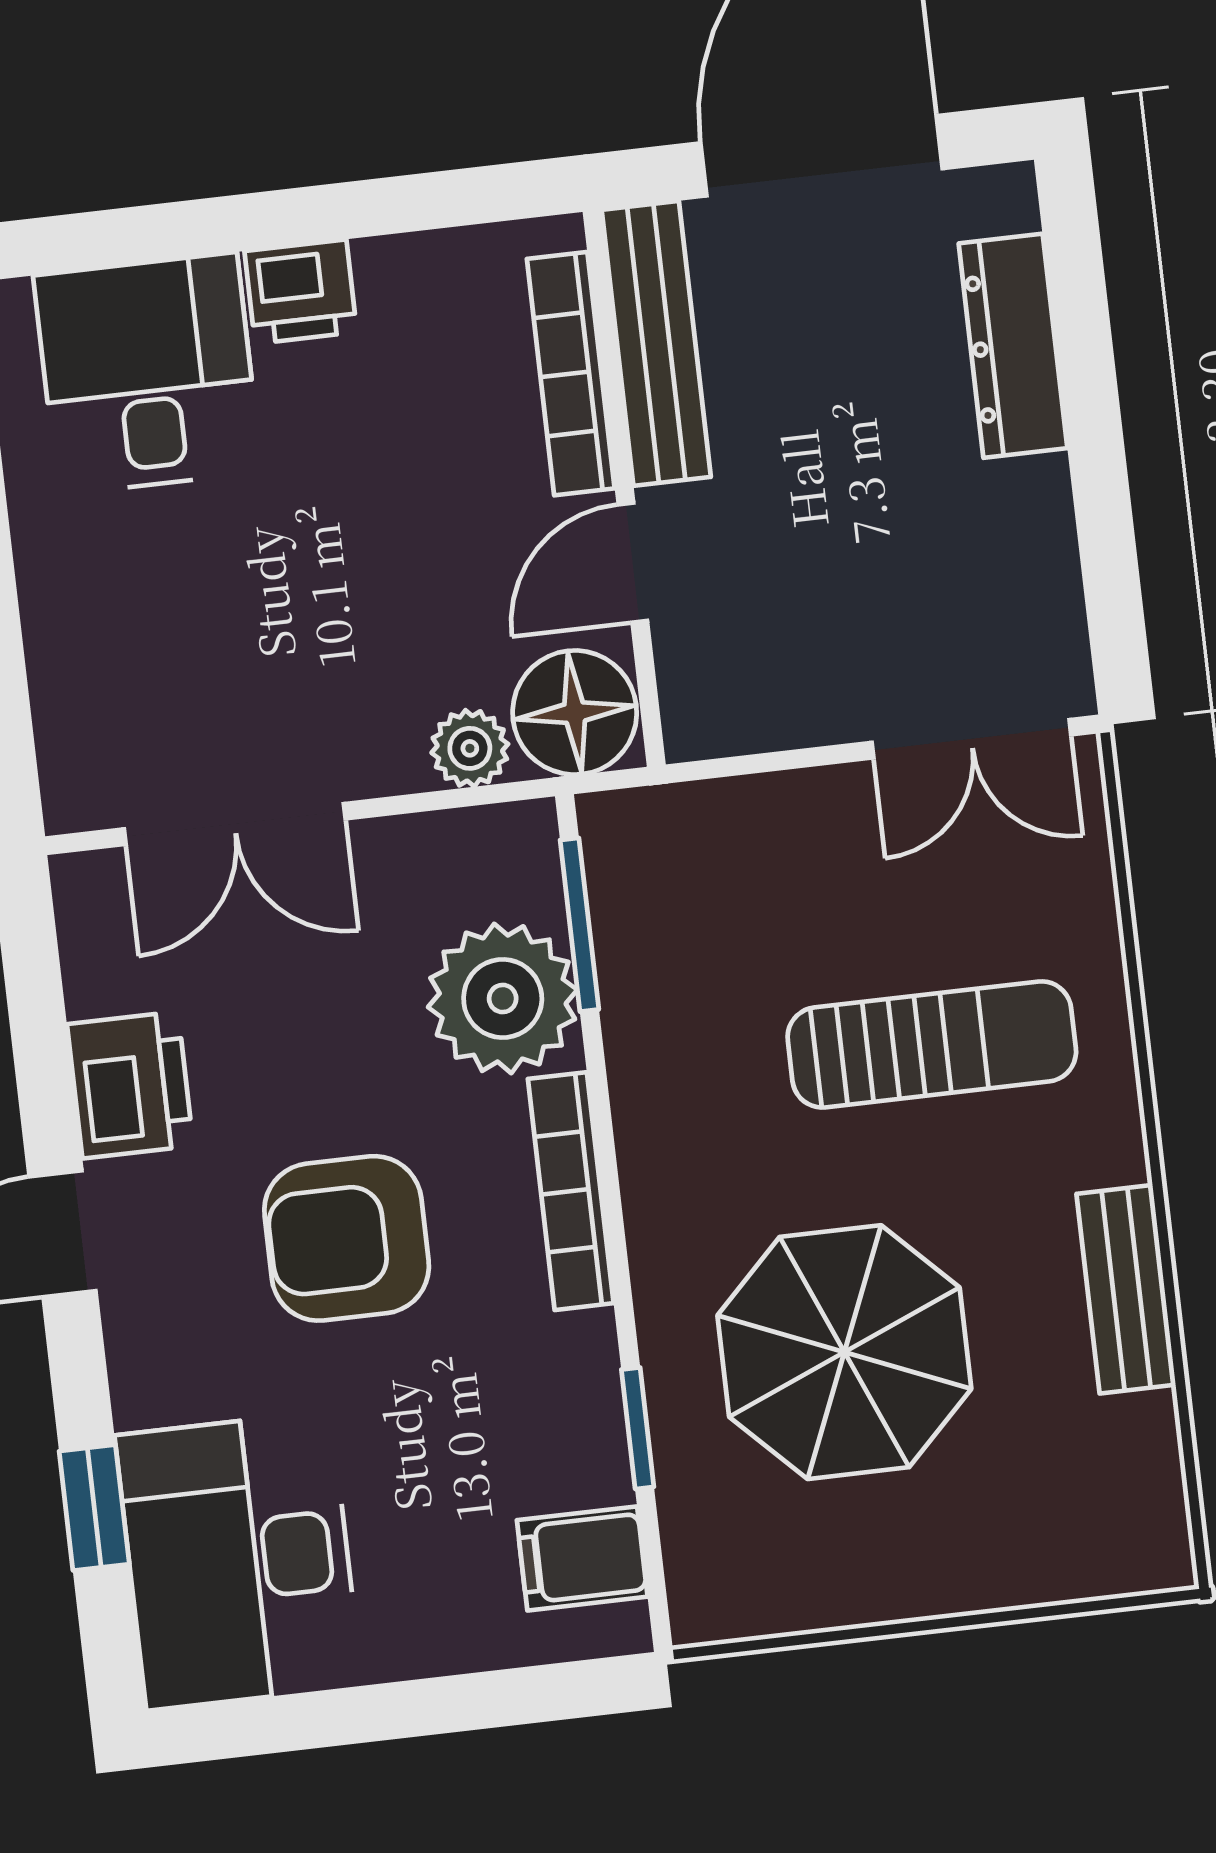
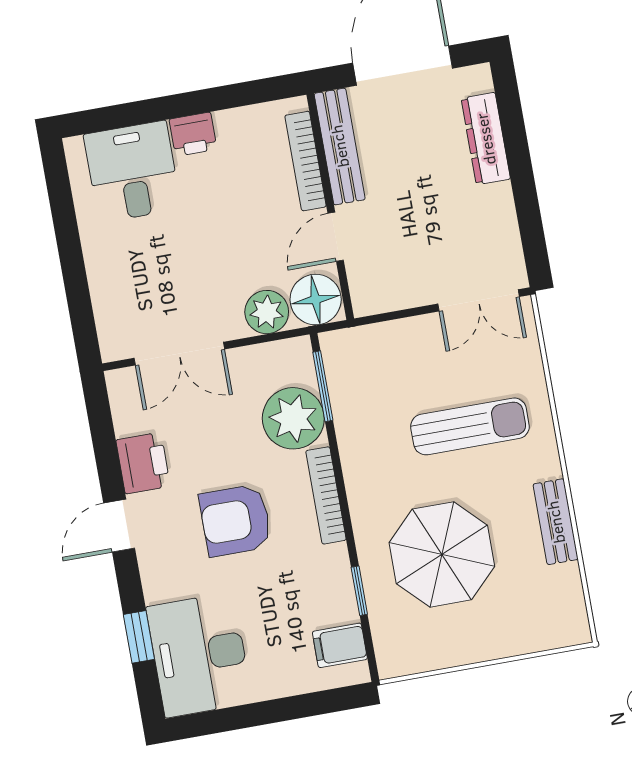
plant: (470, 748) -> (267, 312), width x1.38, depth x1.38

